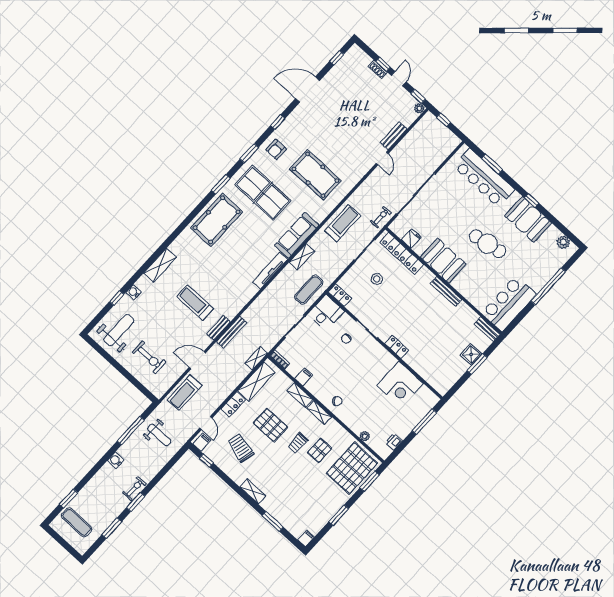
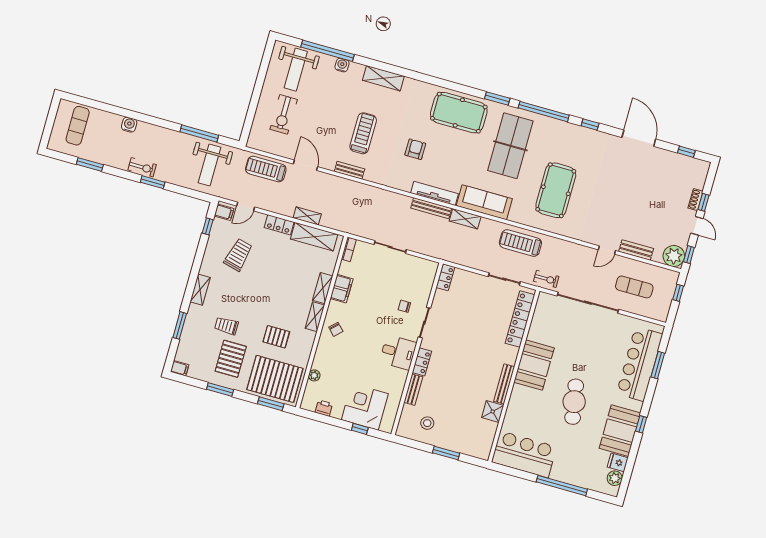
door: (399, 79) -> (697, 226), hinge flipped
plant: (419, 108) -> (674, 256), width x1.87, depth x1.87
armchair: (276, 149) -> (415, 149), moved, turned 90
window: (249, 153) -> (544, 112), width x2.11
treadmill: (343, 223) -> (520, 243), turned 180
fridge: (411, 238) -> (618, 462), moved, turned 180
stool: (377, 279) -> (427, 423), moved
exercise mat: (309, 290) -> (634, 287), moved
window: (117, 298) -> (328, 51), width x3.17
desk: (326, 313) -> (398, 352), moved
bench: (487, 329) -> (413, 390), moved
weight bench: (119, 330) -> (296, 70), turned 90
bench: (232, 332) -> (431, 208), moved
shower: (471, 354) -> (493, 412), moved
shelving: (256, 358) -> (307, 216), moved
filing cabinet: (304, 377) -> (342, 289), width x2.00
corner desk: (400, 384) -> (365, 407), moved, turned 90
window: (424, 422) -> (360, 429), width x0.46
pallet: (270, 425) -> (231, 359), moved
weight bench: (159, 435) -> (209, 165), width x1.36, depth x1.33
trolley: (298, 443) -> (226, 326), moved
water cooler: (116, 460) -> (129, 125), moved
window: (68, 499) -> (98, 105), removed
window: (136, 502) -> (153, 182), moved

